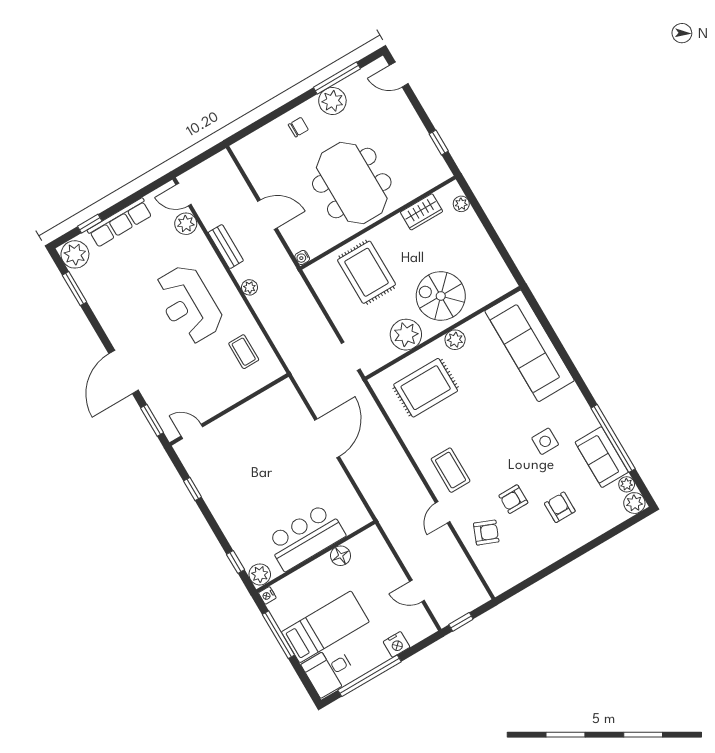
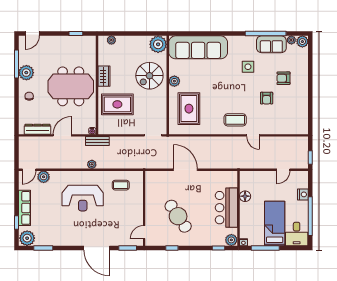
dresser: (254, 170) -> (37, 129), added
wardrobe: (421, 212) -> (104, 76), moved
bench: (226, 247) -> (97, 141), moved
plant: (406, 335) -> (158, 44), moved
cafe table: (248, 470) -> (178, 216), added
armchair: (486, 533) -> (275, 120), removed

